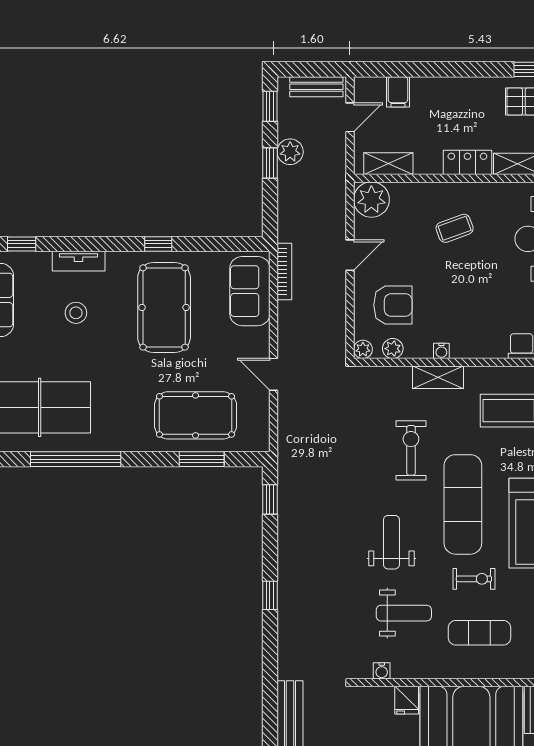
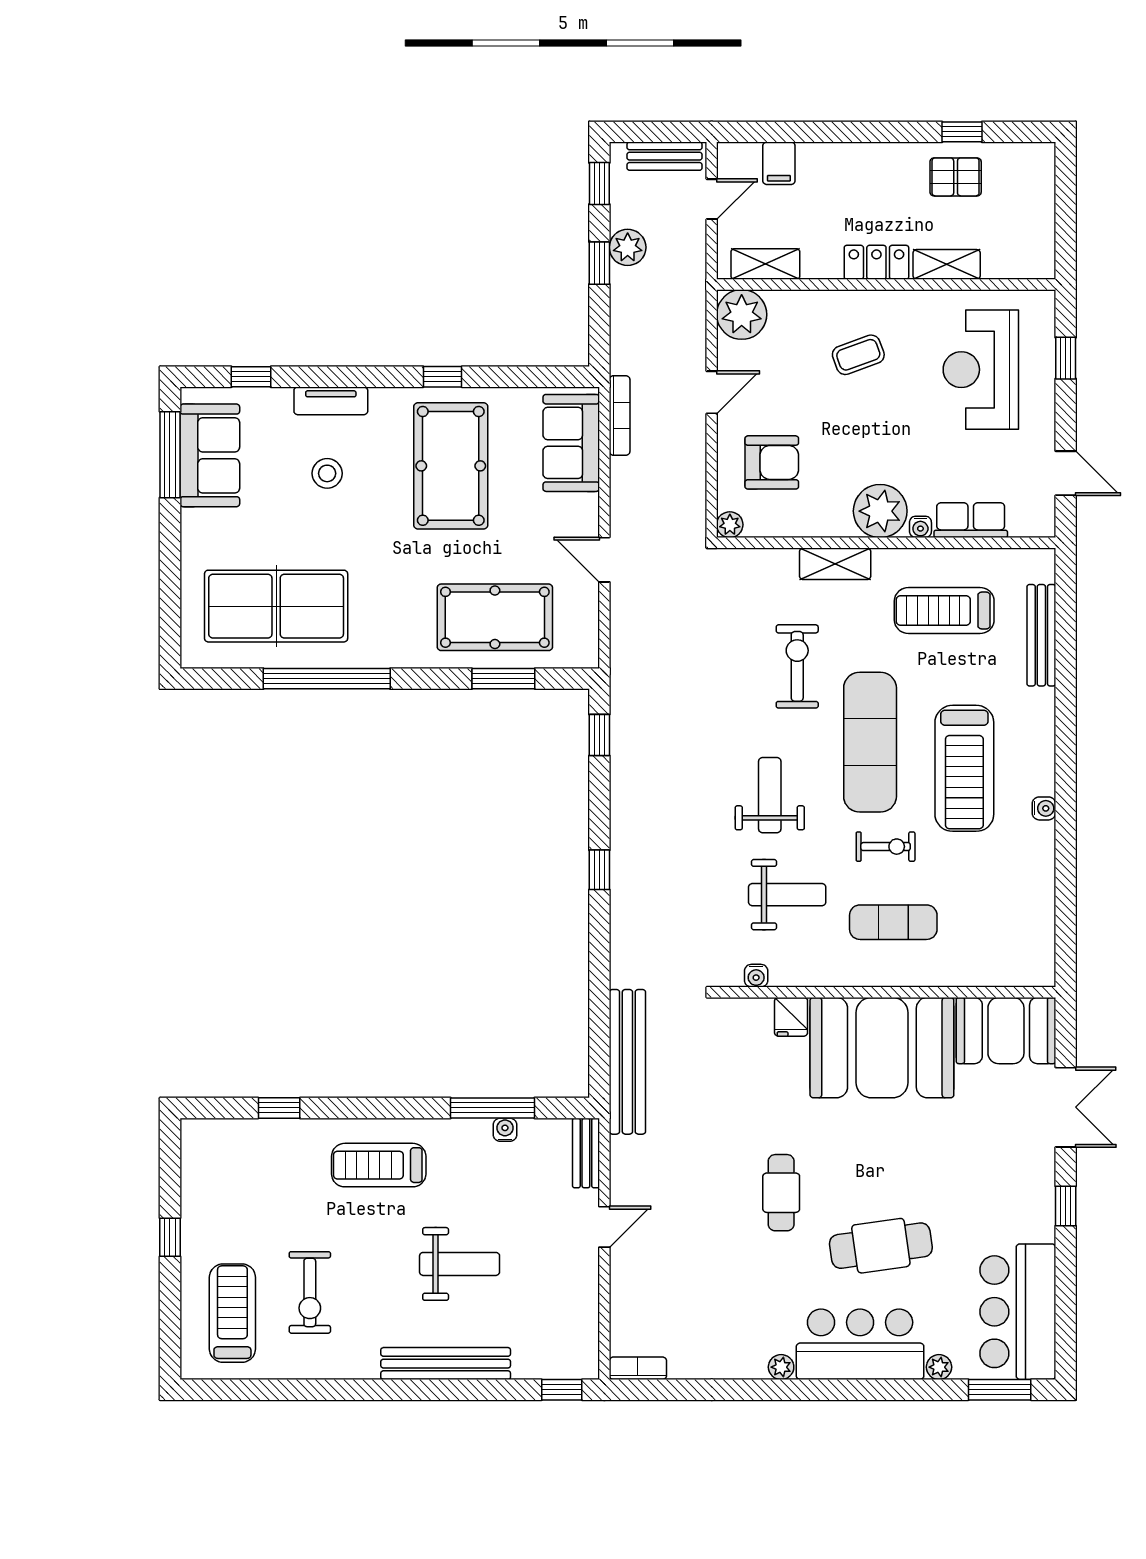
plant: (393, 349) -> (880, 511), moved, width x1.88, depth x1.88
water cooler: (441, 351) -> (920, 527), moved

